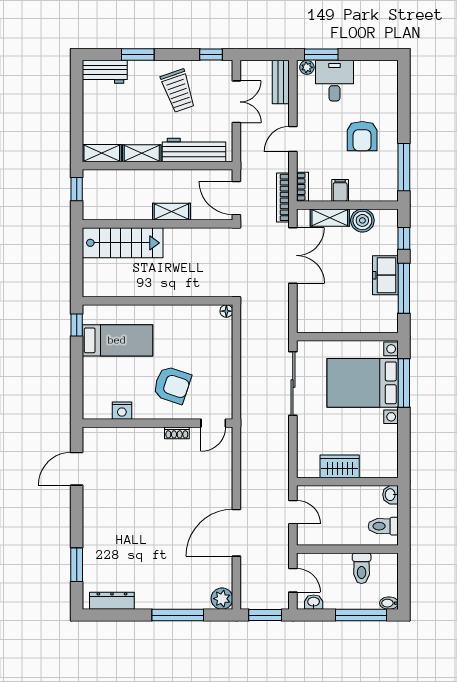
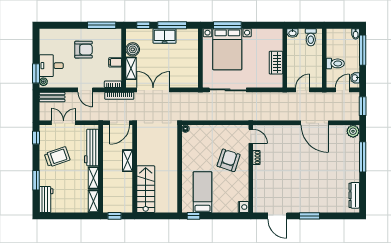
nightstand: (122, 411) -> (243, 207), moved
window: (77, 565) -> (309, 216), moved
toilet: (362, 568) -> (335, 63), moved

